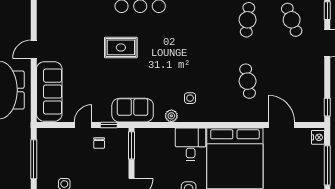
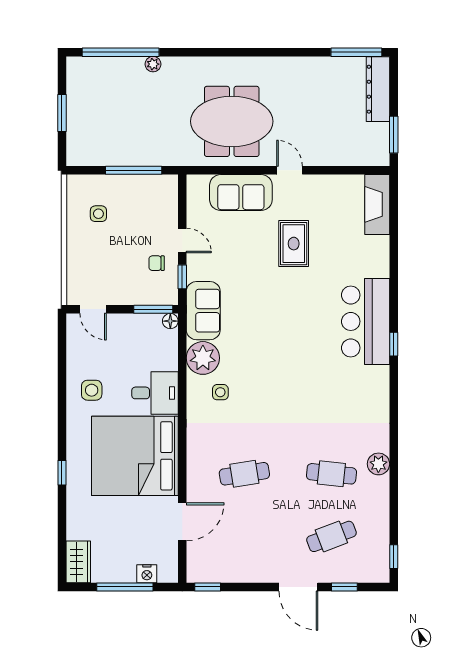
rug: (121, 47) -> (294, 244), moved
sofa: (49, 92) -> (241, 192), width x0.73
plant: (171, 116) -> (203, 358), width x1.87, depth x1.87
floor lamp: (140, 133) -> (170, 321), added
nightstand: (318, 137) -> (147, 574), moved

